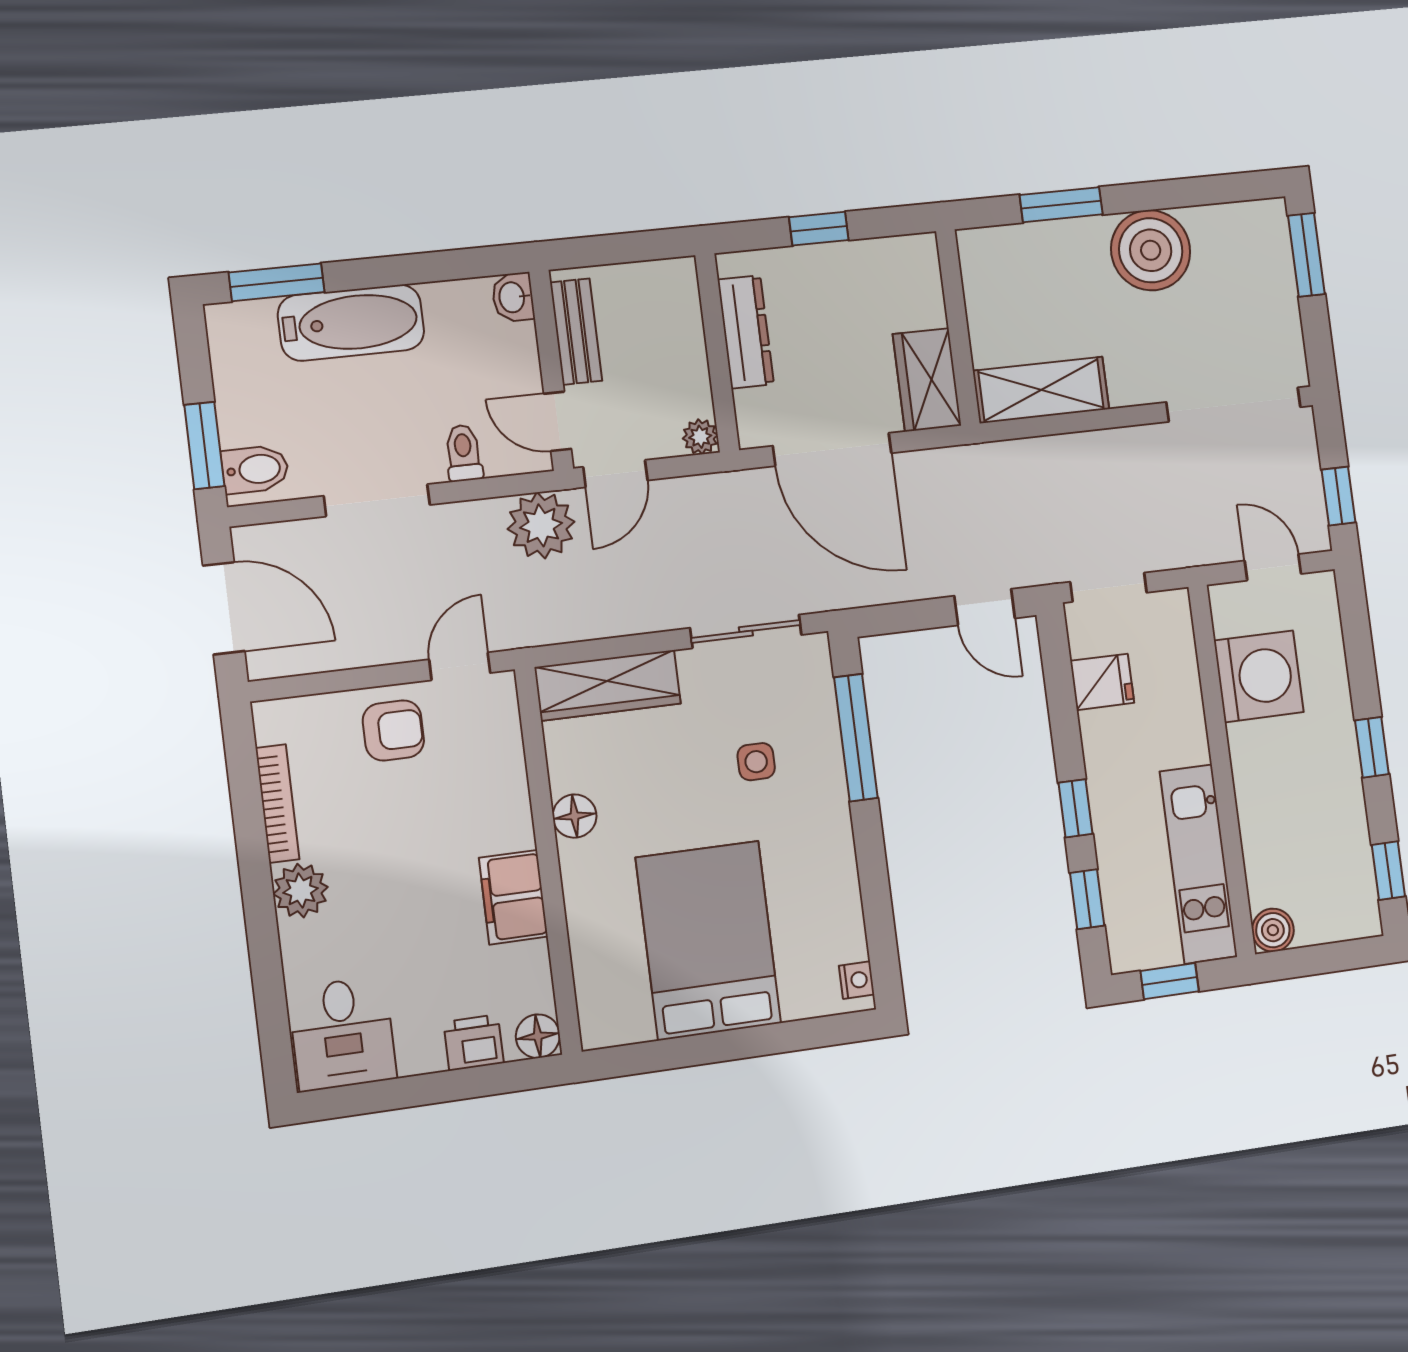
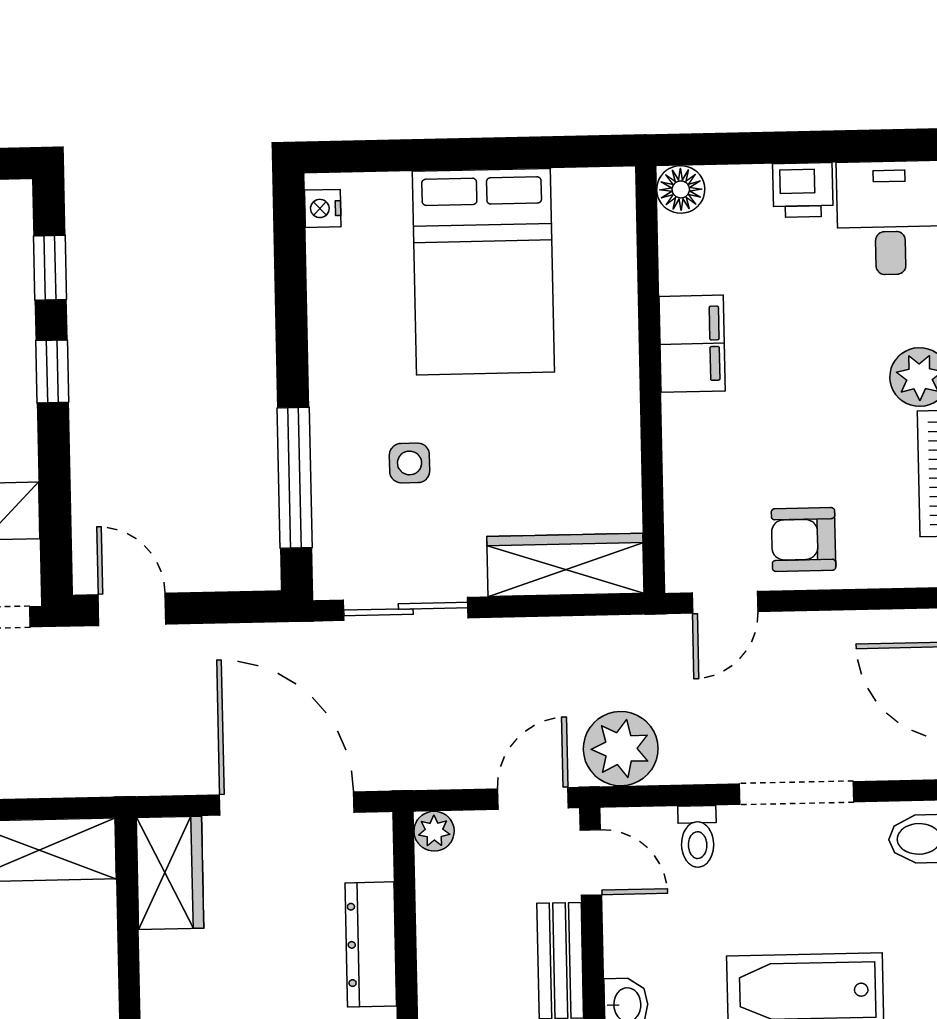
floor lamp: (575, 816) -> (616, 425), removed
printer: (474, 1043) -> (803, 190), moved

